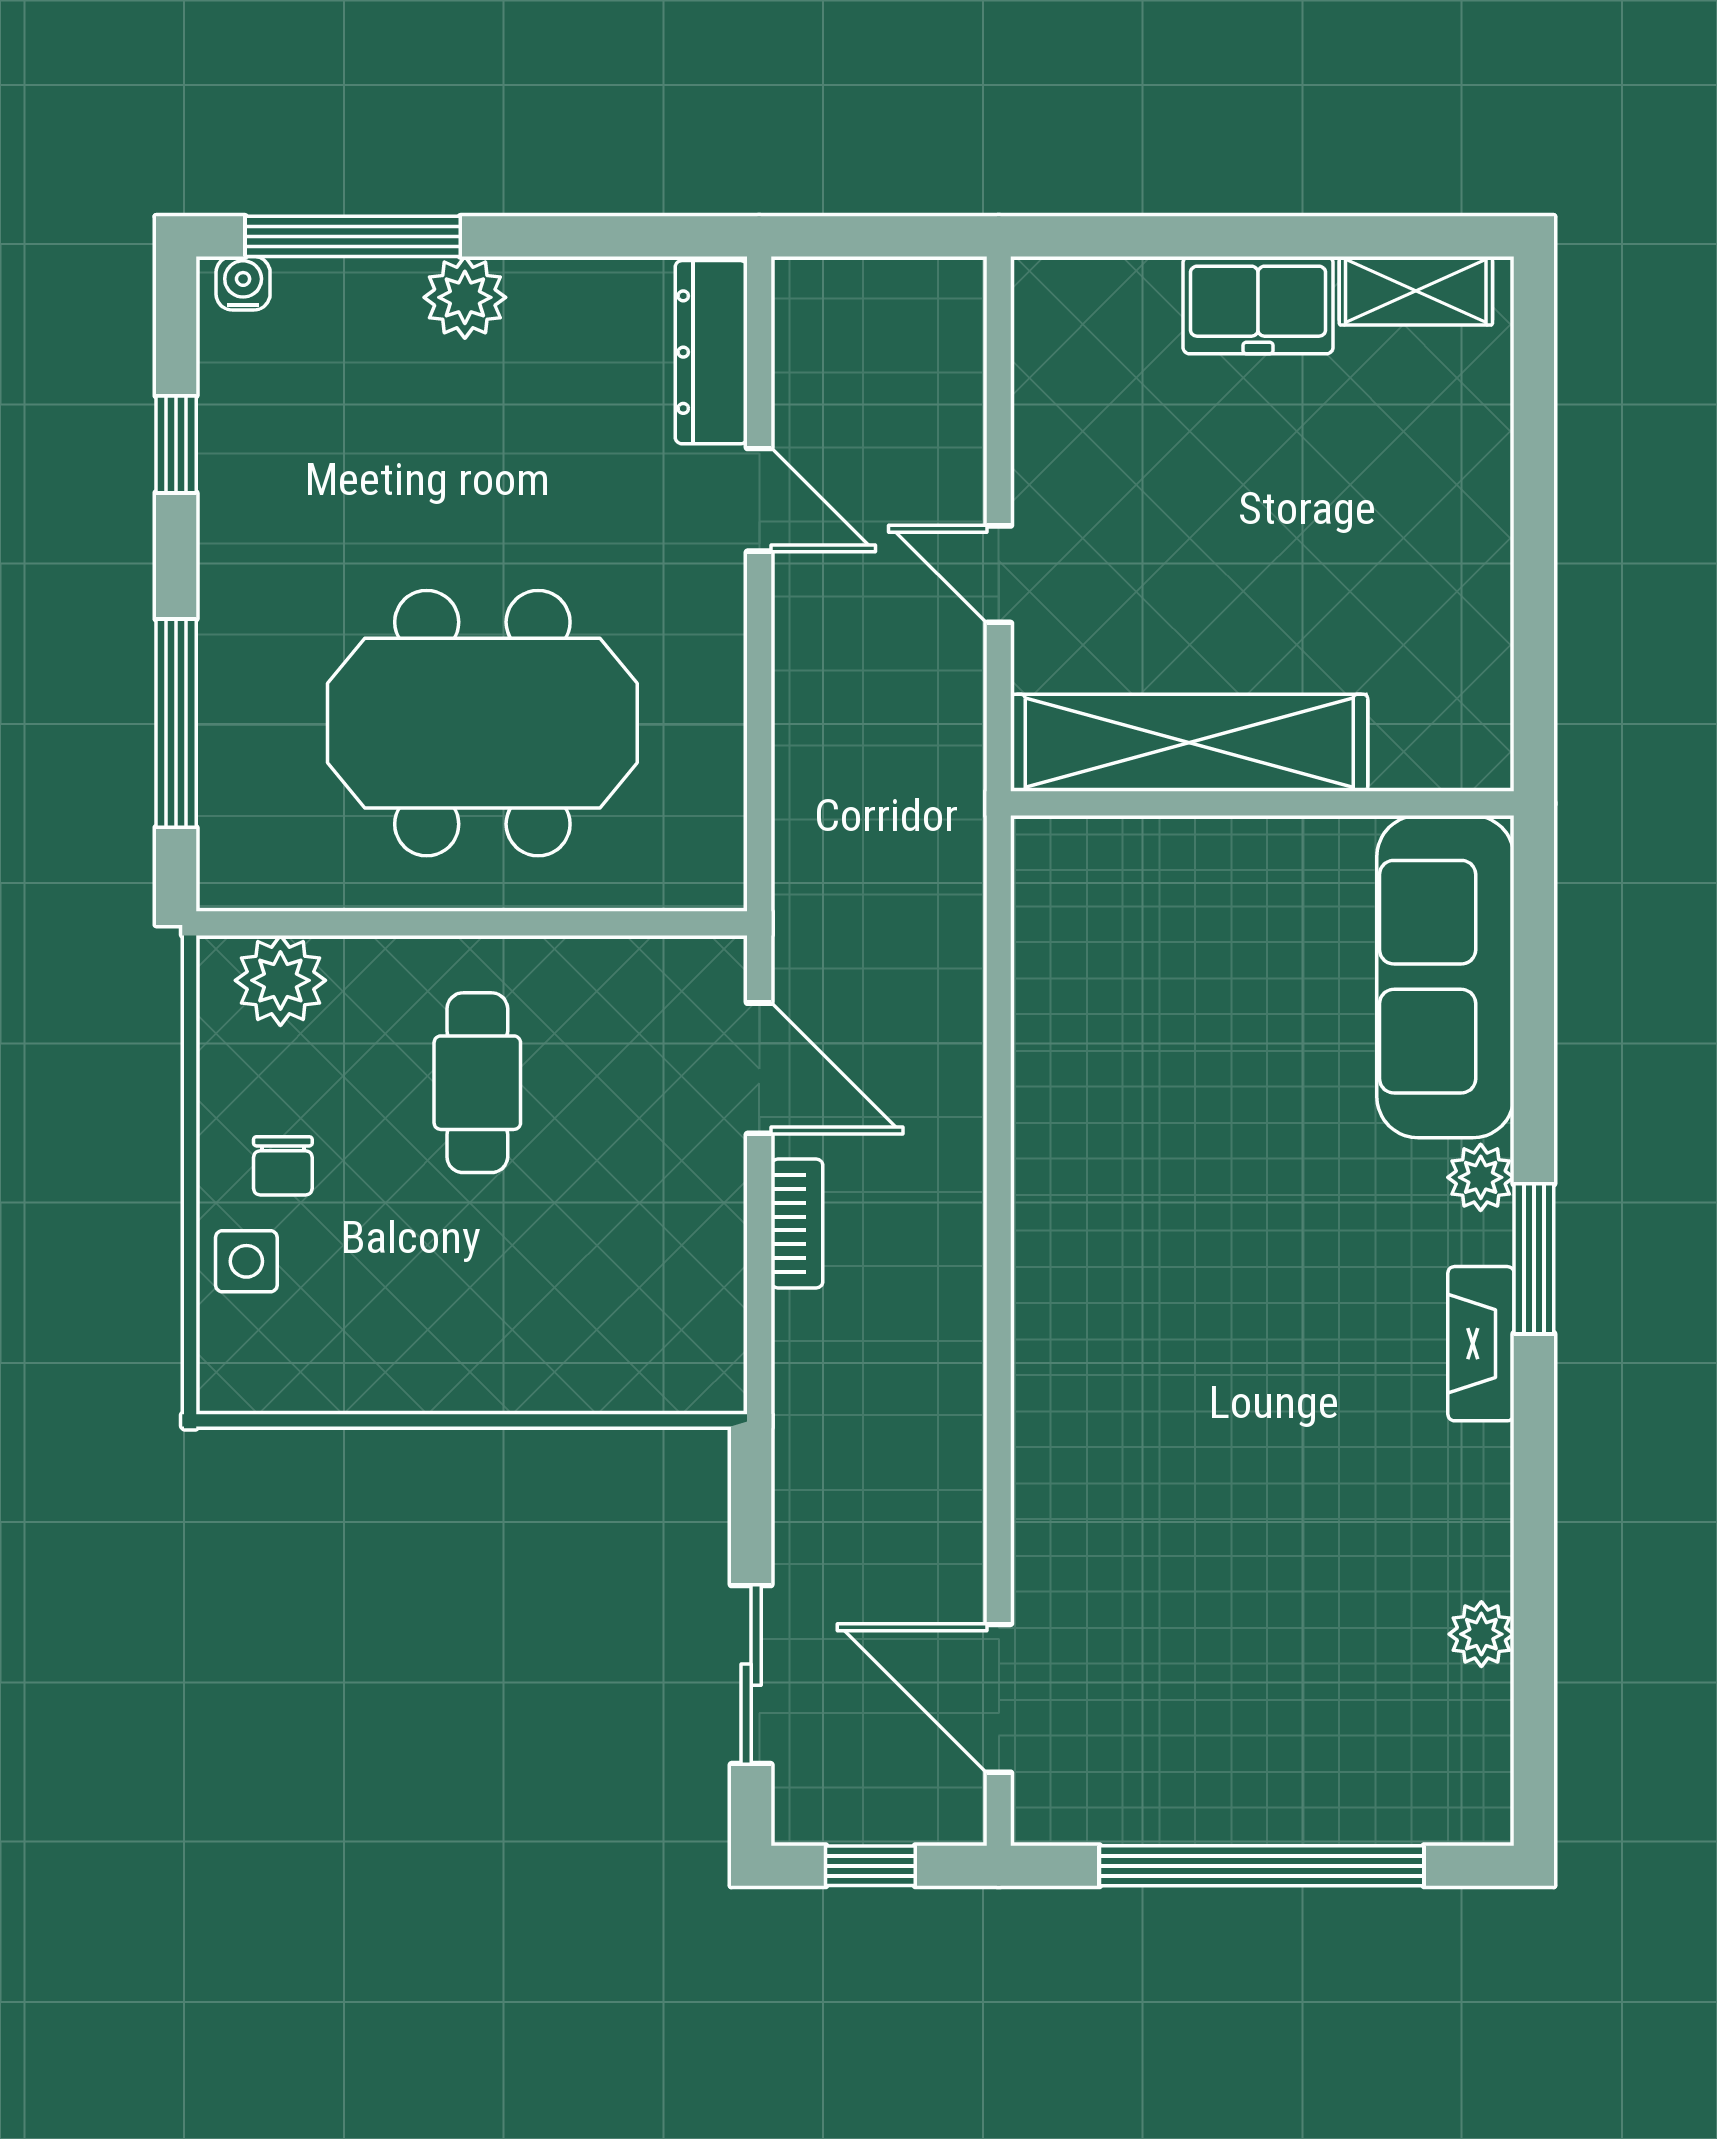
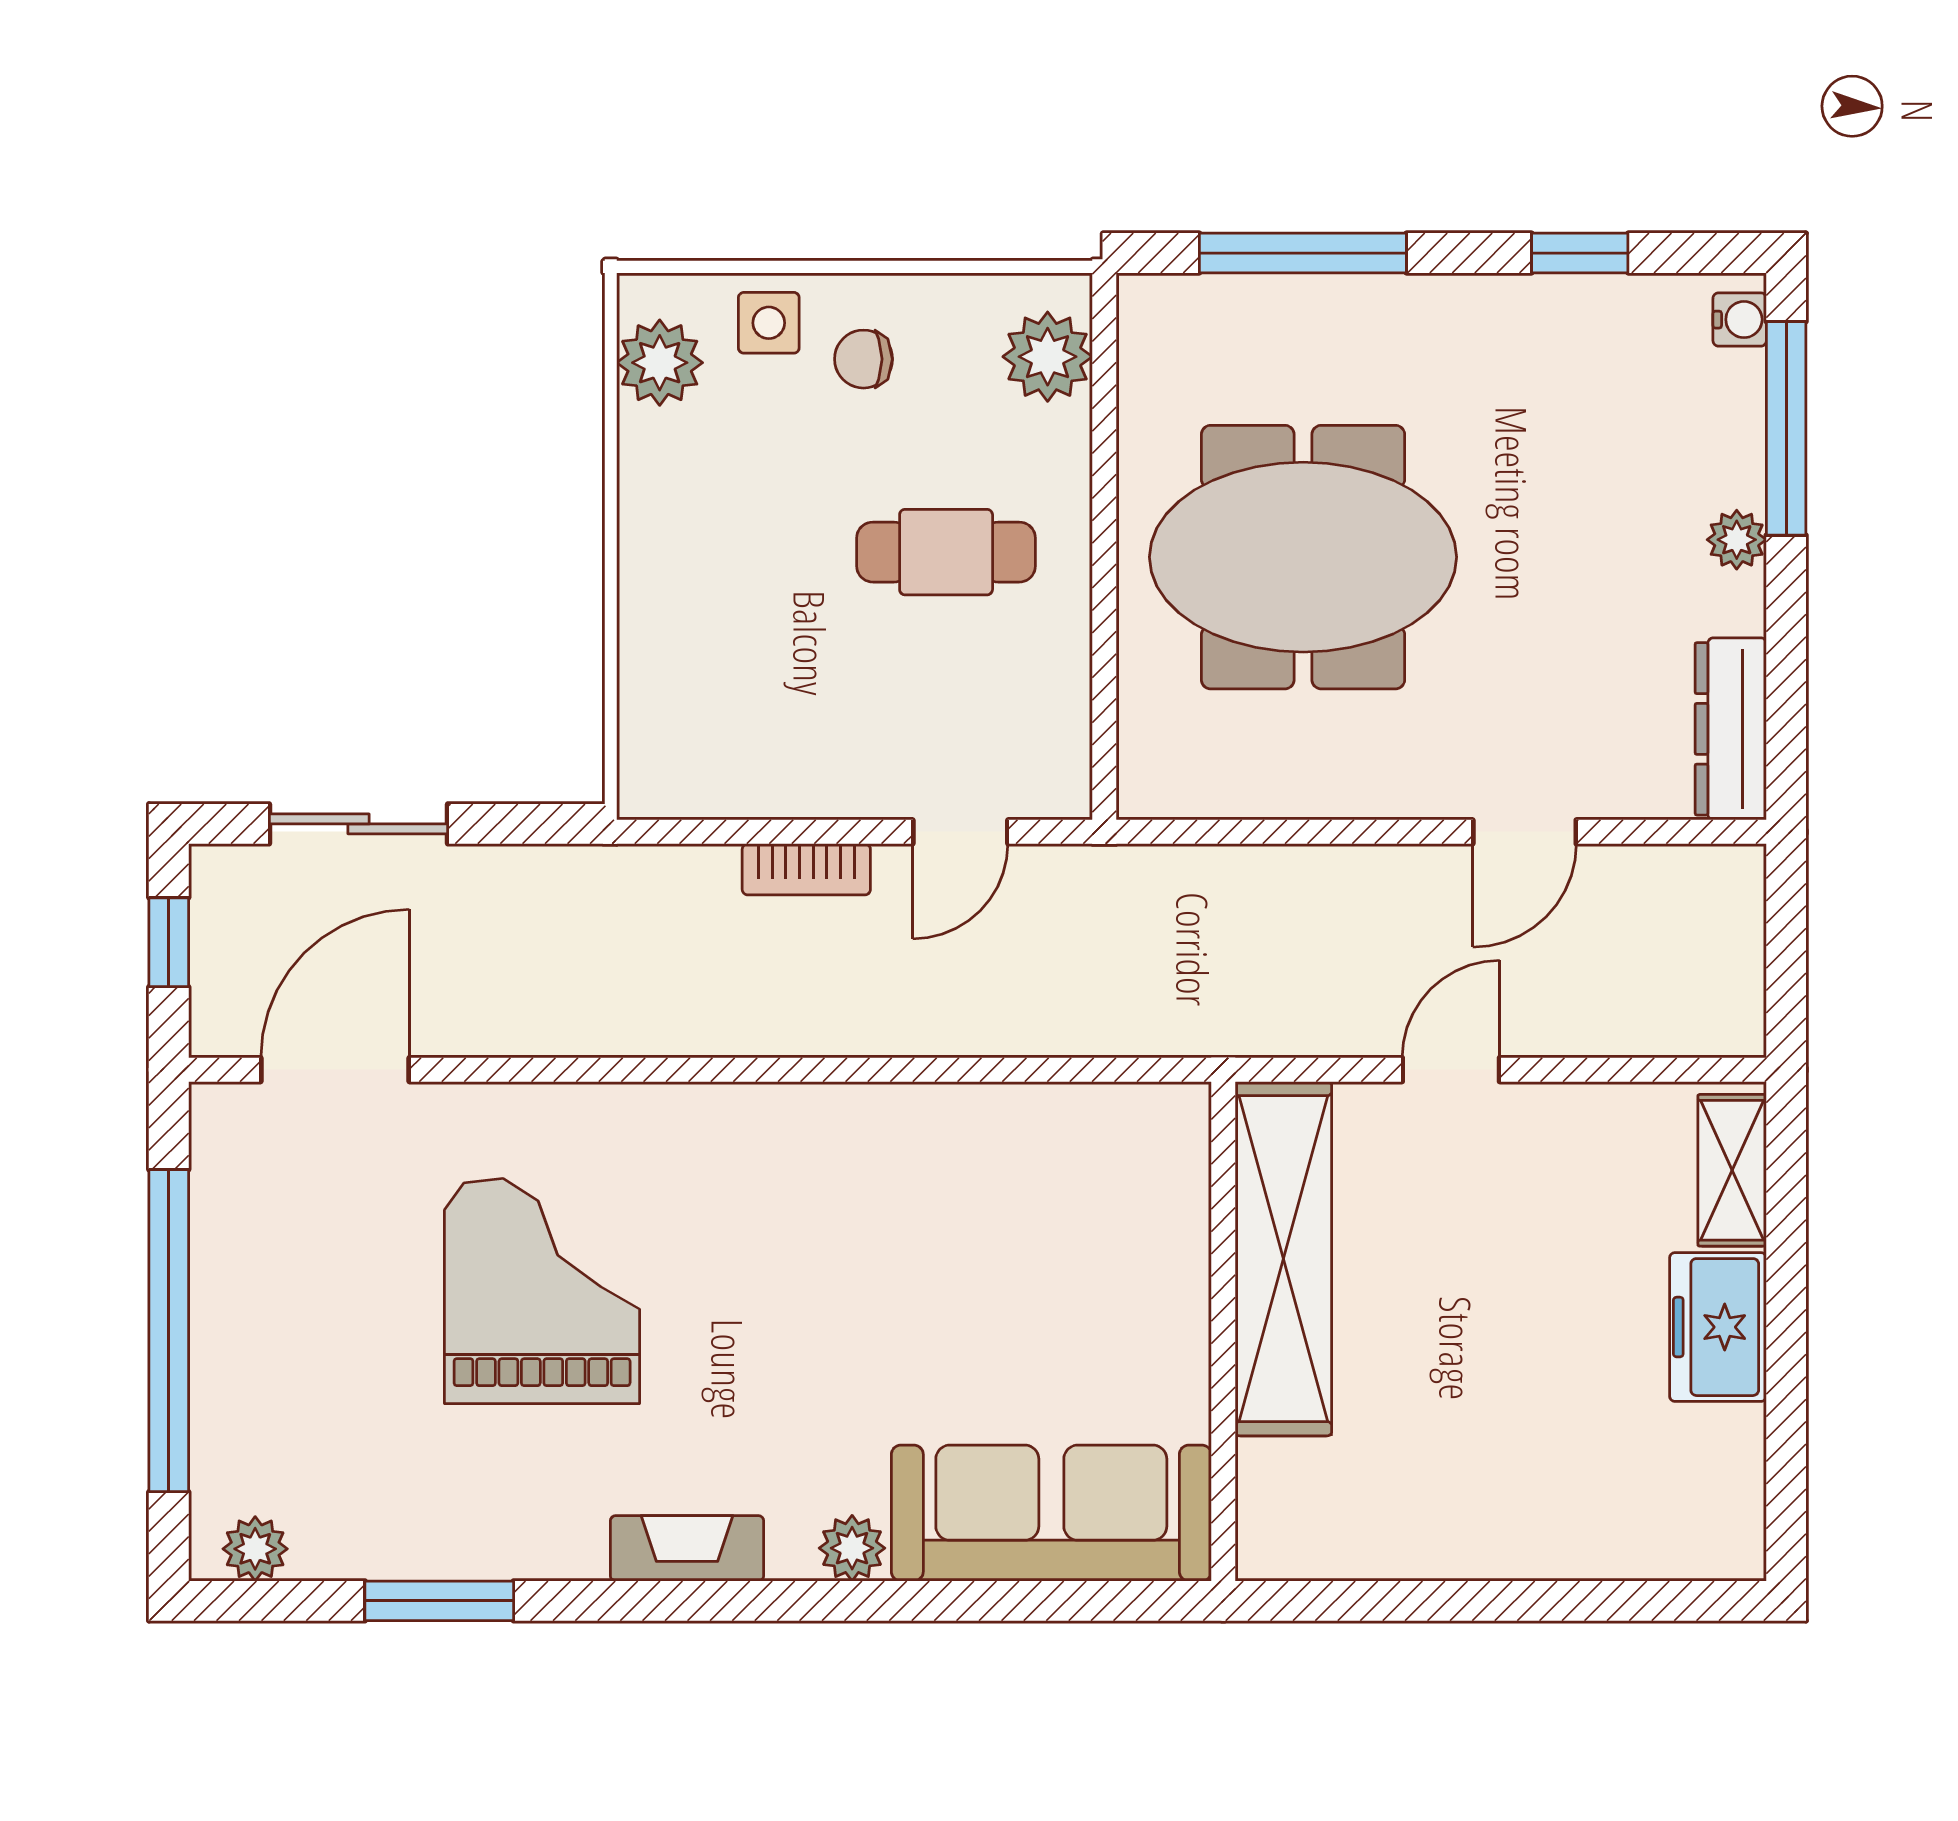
shelving: (1416, 291) -> (1732, 1170), moved
plant: (465, 297) -> (1737, 540), width x0.73, depth x0.73
dresser: (711, 352) -> (1731, 729), moved, turned -90
meeting table: (482, 723) -> (1303, 557), turned 90
door: (759, 1068) -> (960, 832), width x0.73
window: (1534, 1259) -> (439, 1601), moved
plant: (287, 1371) -> (660, 363), added
grand piano: (1222, 1490) -> (542, 1291), added
plant: (1481, 1634) -> (255, 1549), moved

